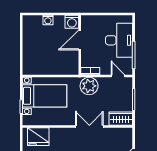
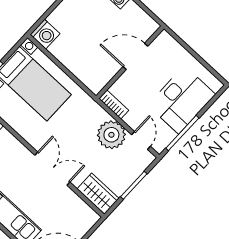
washing machine: (72, 22) -> (45, 34), moved, turned -90
plant: (89, 86) -> (111, 135), moved

